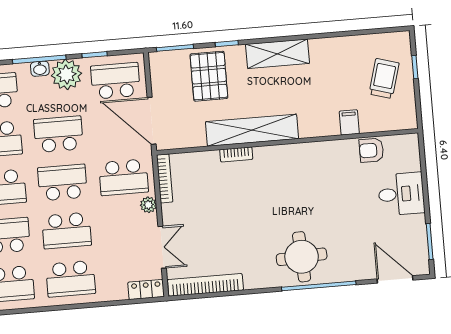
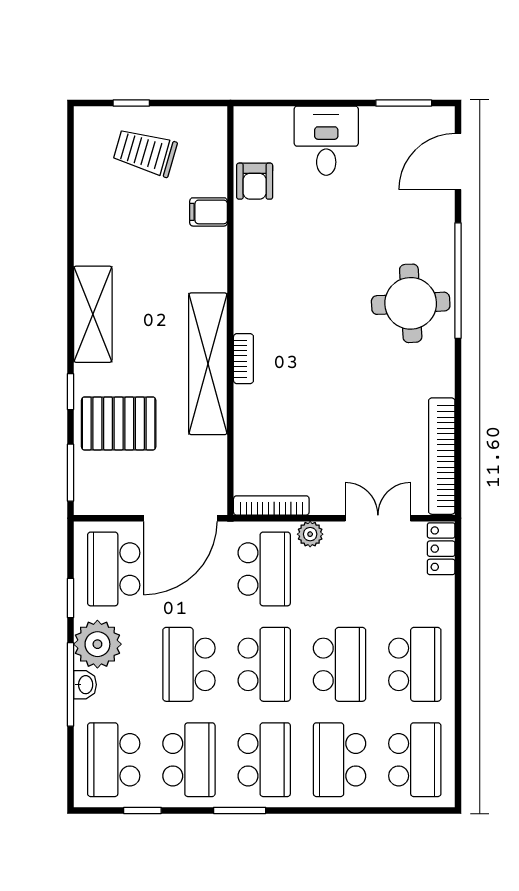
bookcase: (236, 154) -> (243, 359), moved
school desk: (62, 182) -> (264, 664), turned 180

